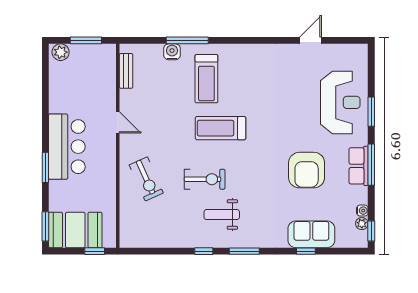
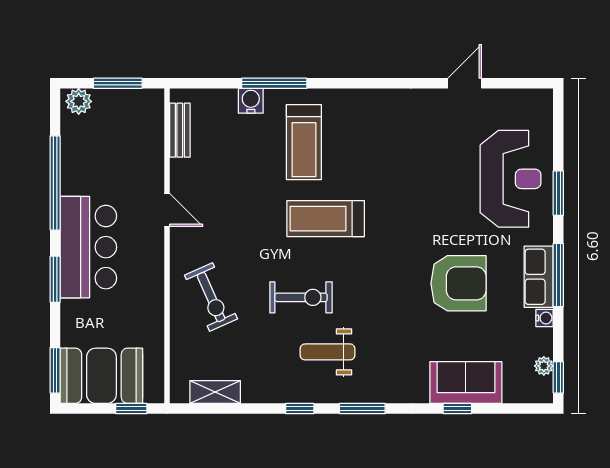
window: (45, 105) -> (55, 183), added
armchair: (307, 170) -> (458, 283), turned -90
water cooler: (362, 211) -> (545, 318), moved
shelving: (149, 241) -> (215, 392), added

